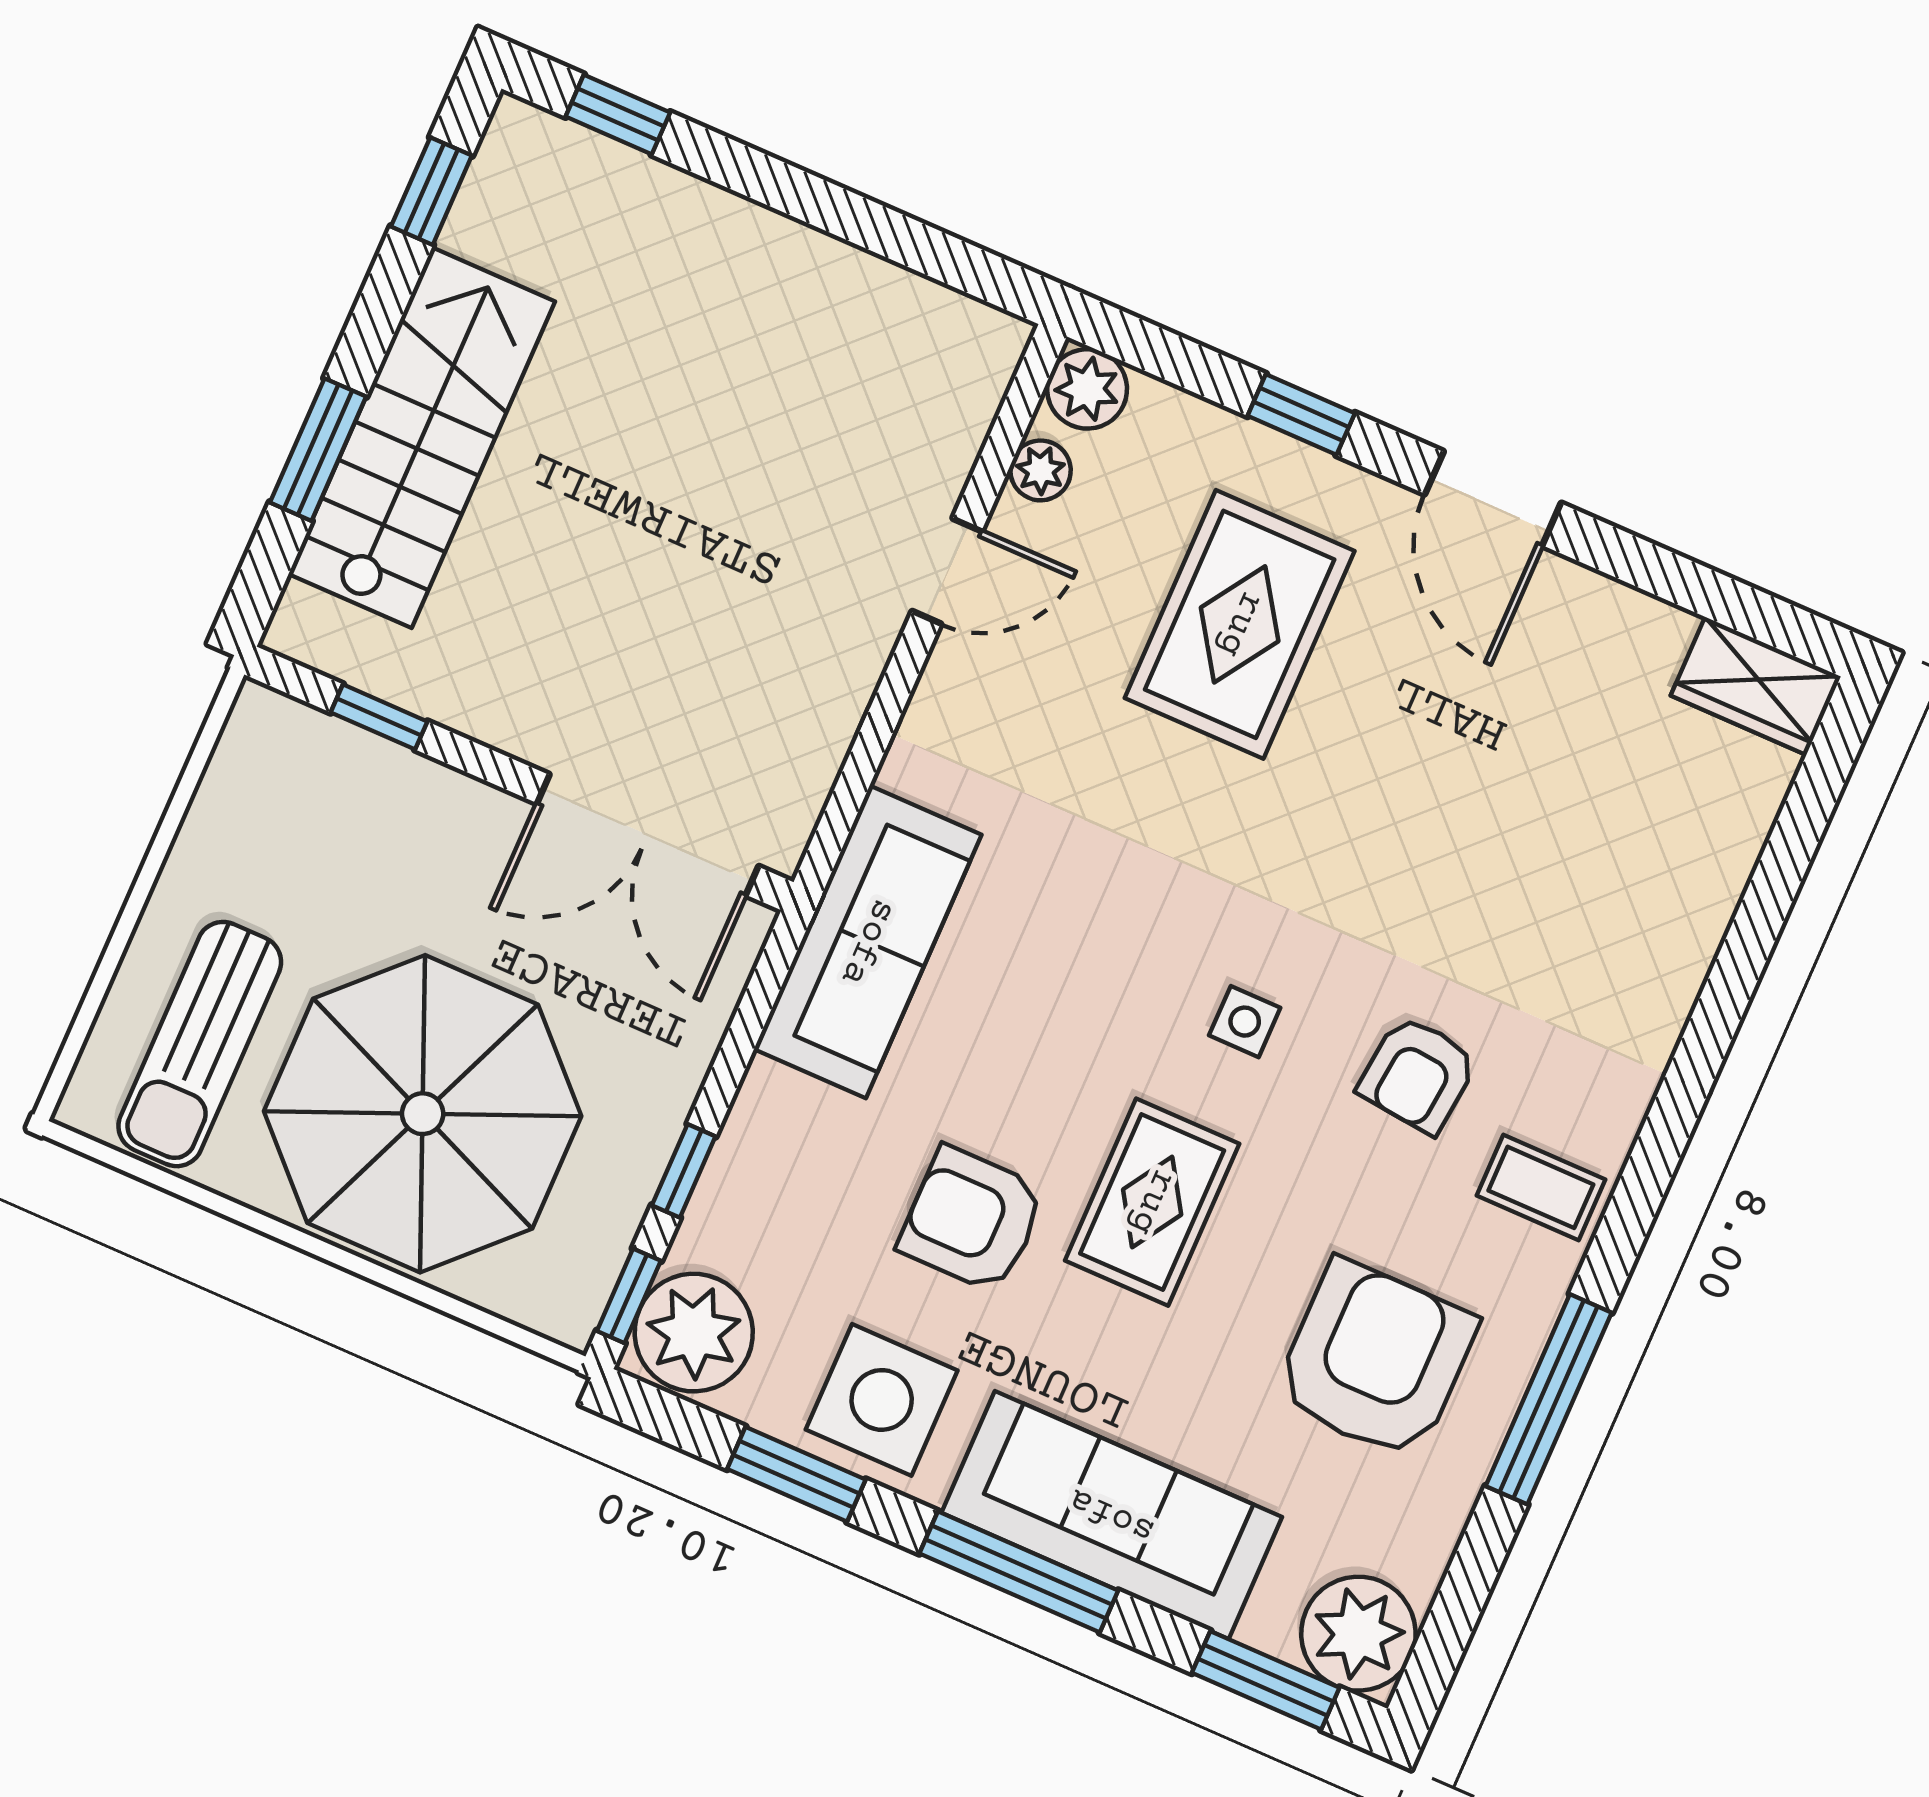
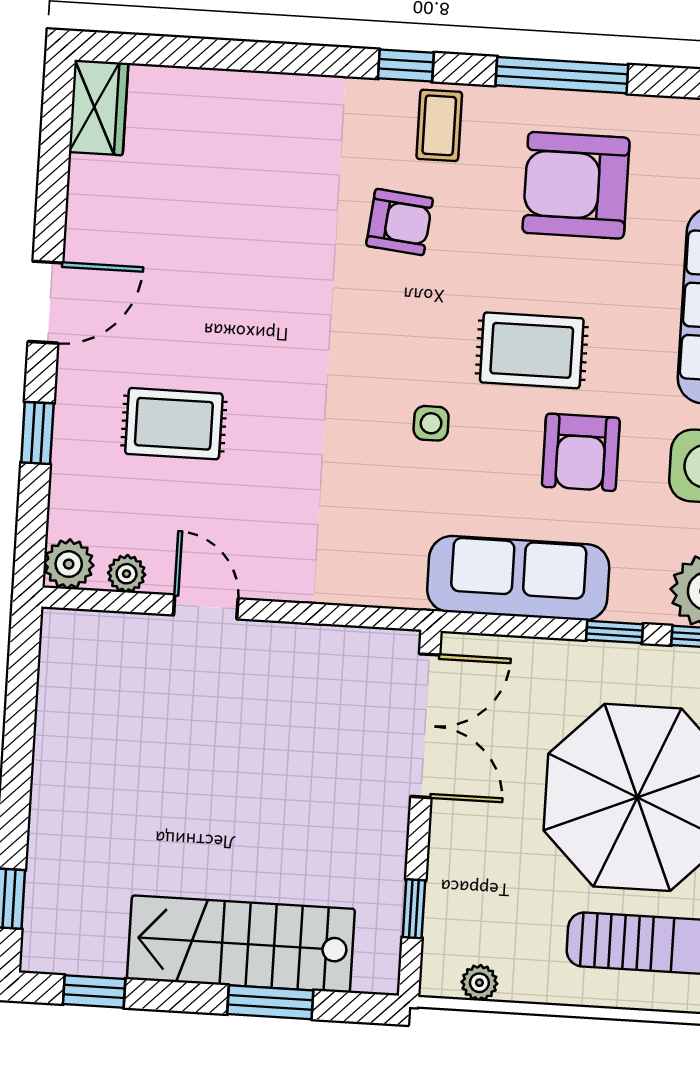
rug: (1240, 624) -> (174, 424), width x0.73, depth x0.70
plant: (232, 774) -> (479, 983), added
sofa: (868, 942) -> (518, 578), moved
side table: (1245, 1022) -> (431, 423), moved
window: (1649, 1170) -> (406, 66), added

